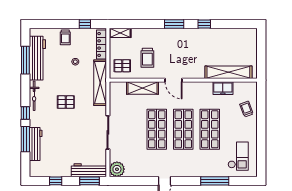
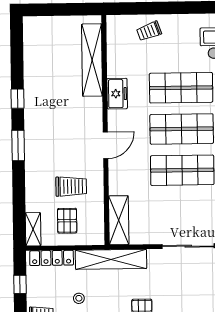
pallet: (122, 66) -> (67, 221), moved
shelving: (143, 88) -> (119, 220), moved
freezer: (223, 88) -> (117, 94), moved

